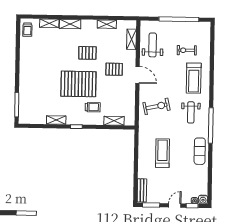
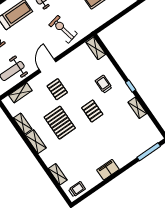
shelving: (70, 24) -> (36, 142), moved
pallet: (87, 53) -> (60, 123), width x1.50, depth x1.42
filing cabinet: (25, 64) -> (108, 170), added
pallet: (78, 84) -> (92, 111), width x0.49, depth x0.50
shelving: (114, 121) -> (96, 48), moved

